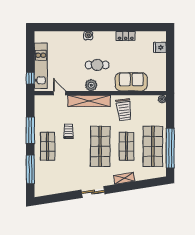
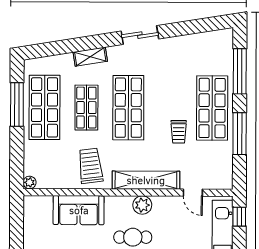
shop shelf: (48, 146) -> (212, 108), width x1.43, depth x1.36
window: (170, 148) -> (17, 105), width x0.68

